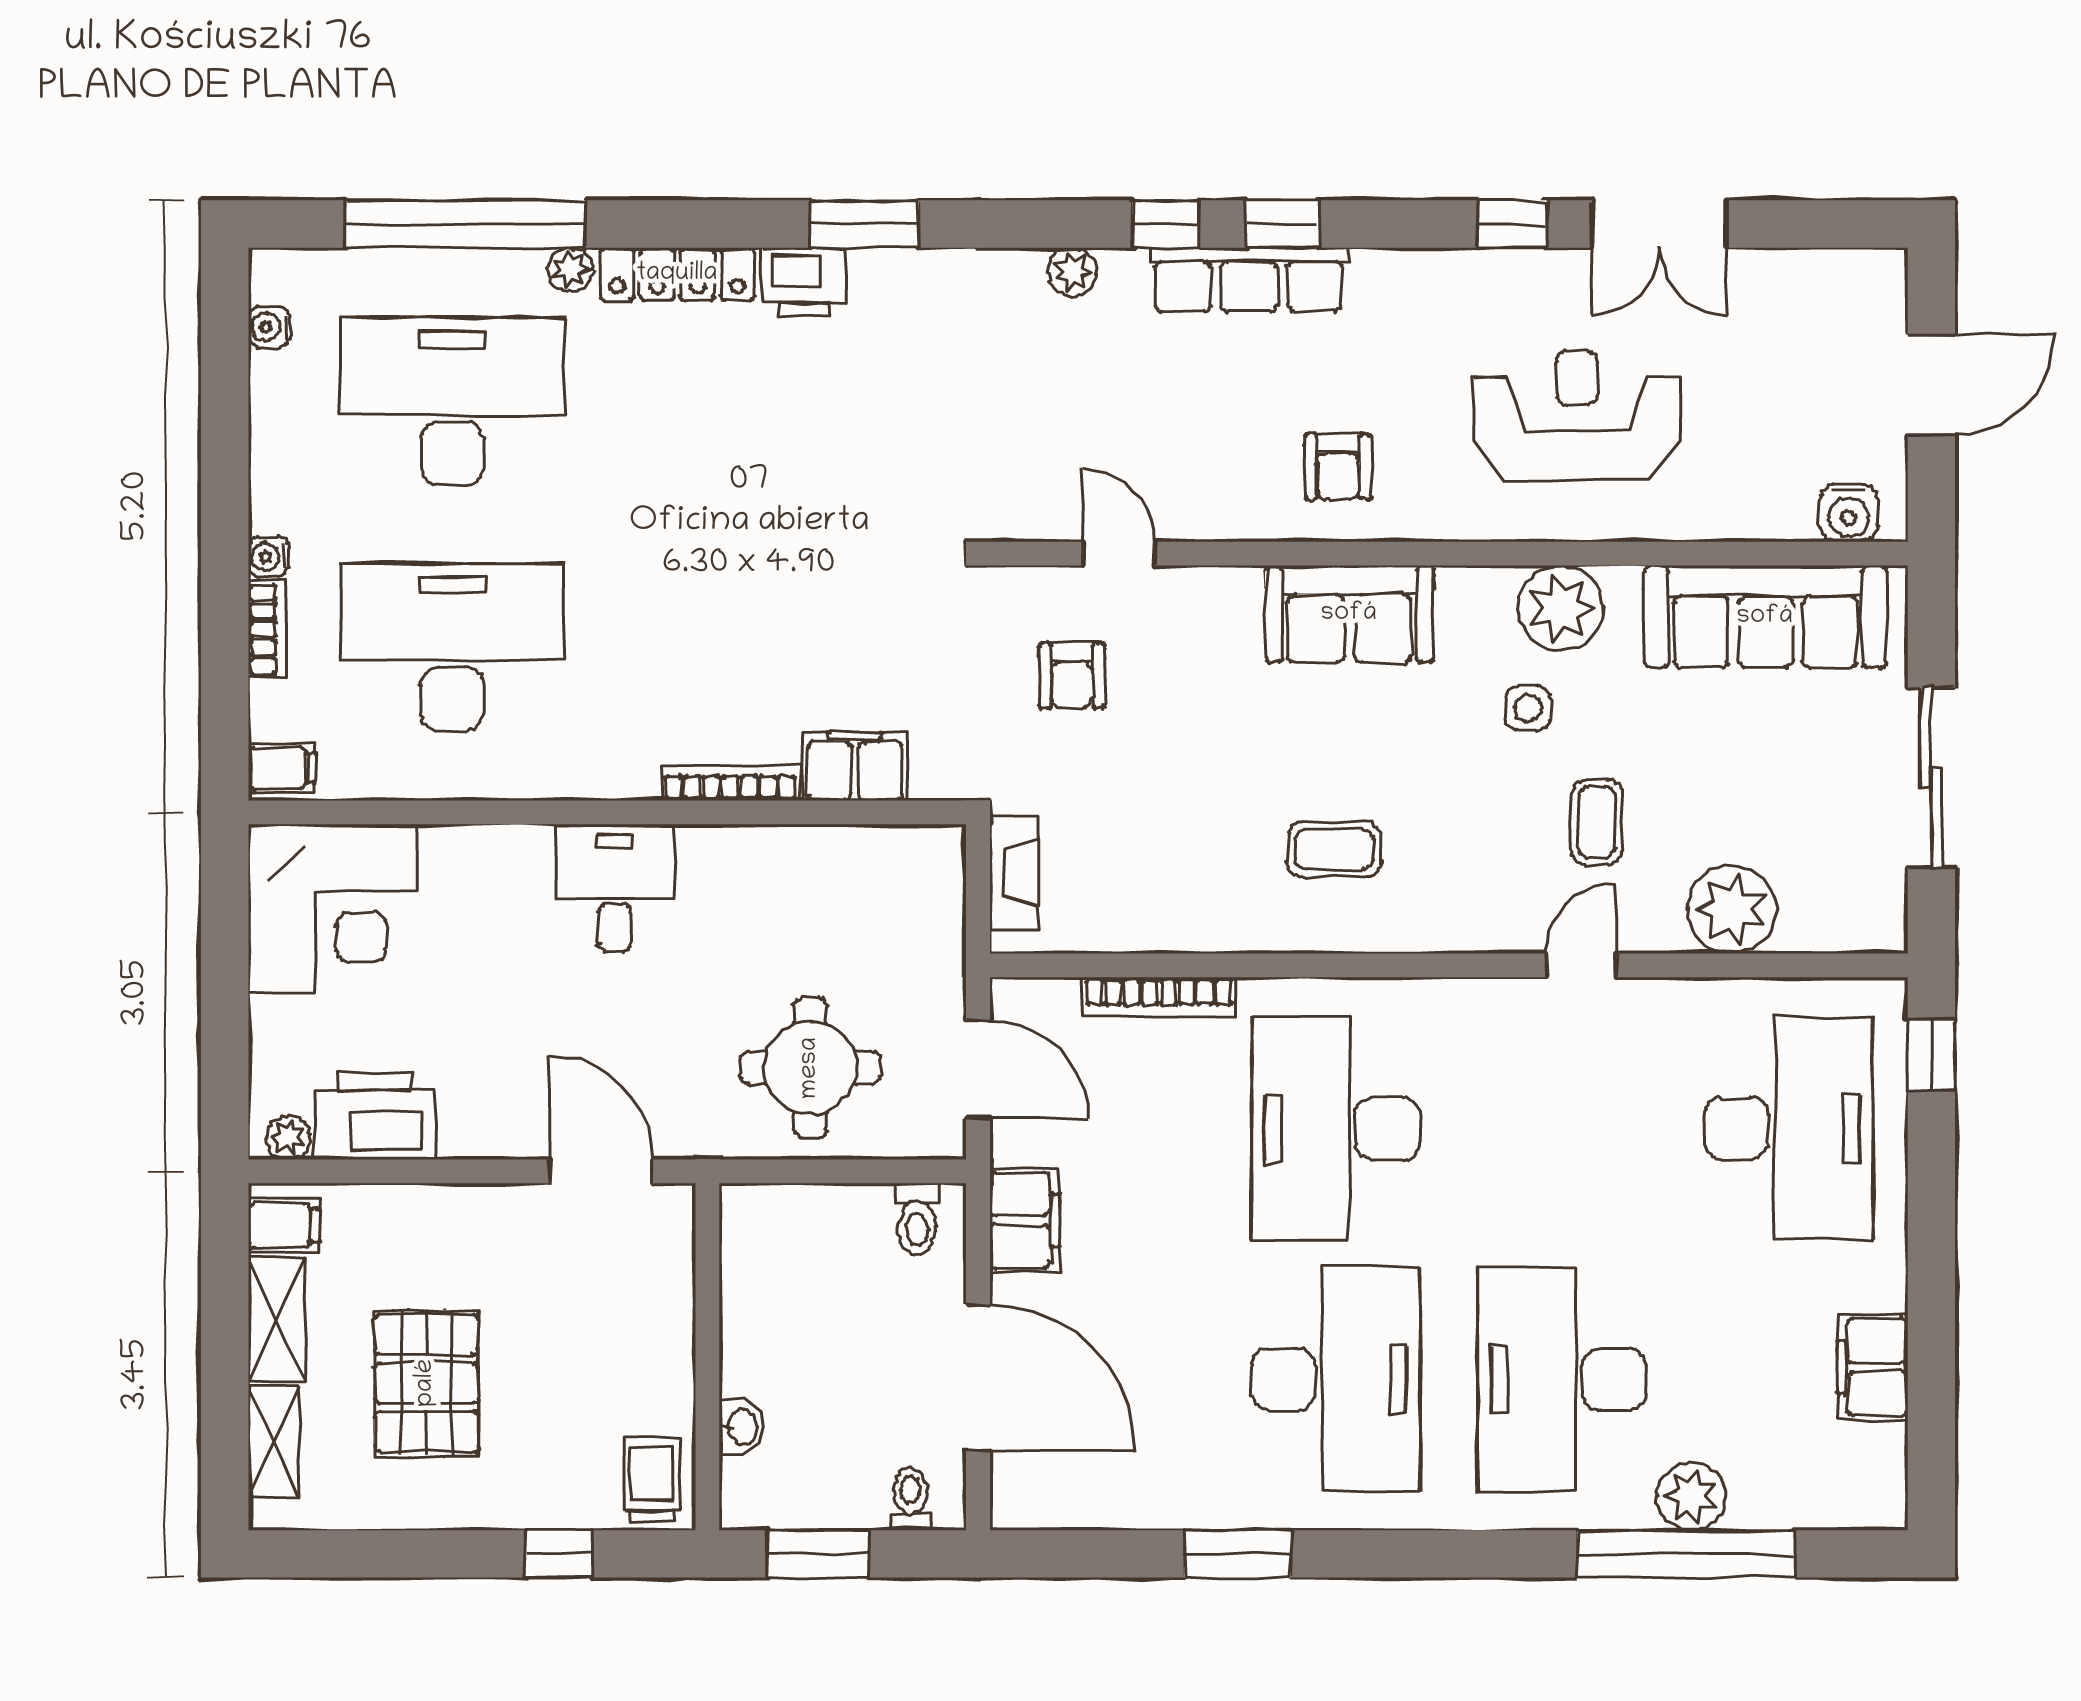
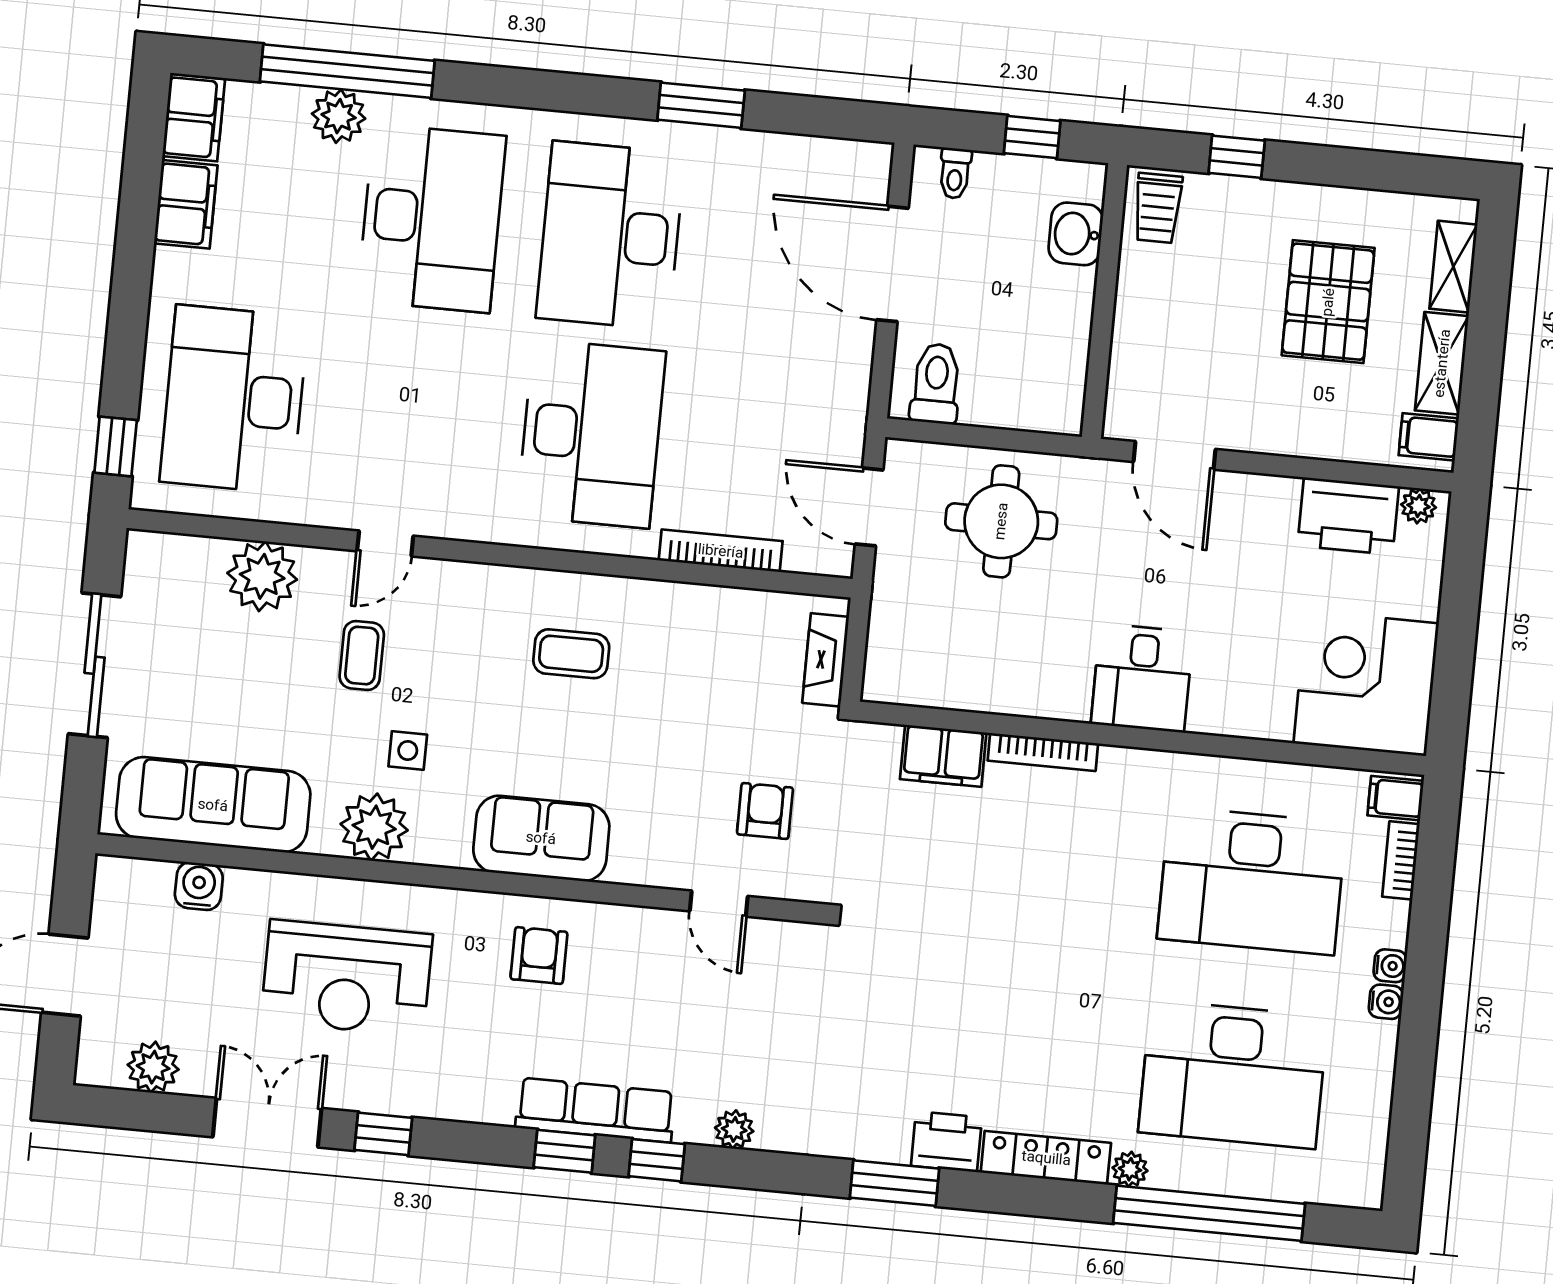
plant: (1809, 280) -> (153, 1067), added
water cooler: (269, 327) -> (1386, 1002), moved
water cooler: (1848, 513) -> (199, 886), moved
bookcase: (267, 629) -> (1401, 860), moved
toilet: (917, 1219) -> (936, 384), width x1.37, depth x1.39
filing cabinet: (1025, 1220) -> (194, 118), moved, turned 180
washbasin: (742, 1427) -> (1076, 234), width x1.38, depth x1.45
window: (818, 1554) -> (1032, 137), width x0.67

